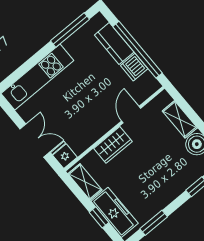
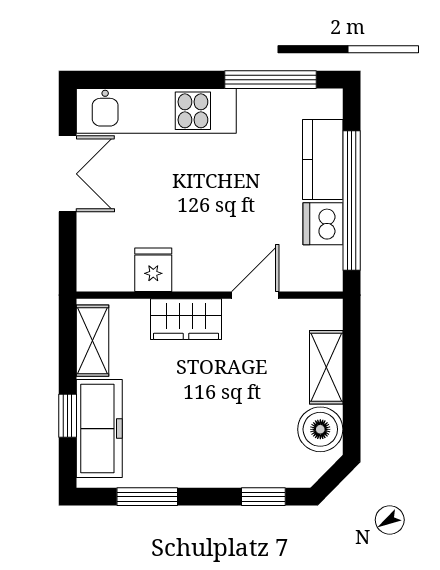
double door: (35, 141) -> (68, 174), moved
fridge: (64, 155) -> (153, 270), moved

